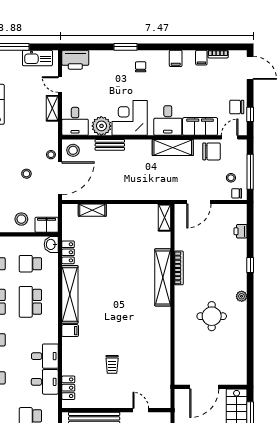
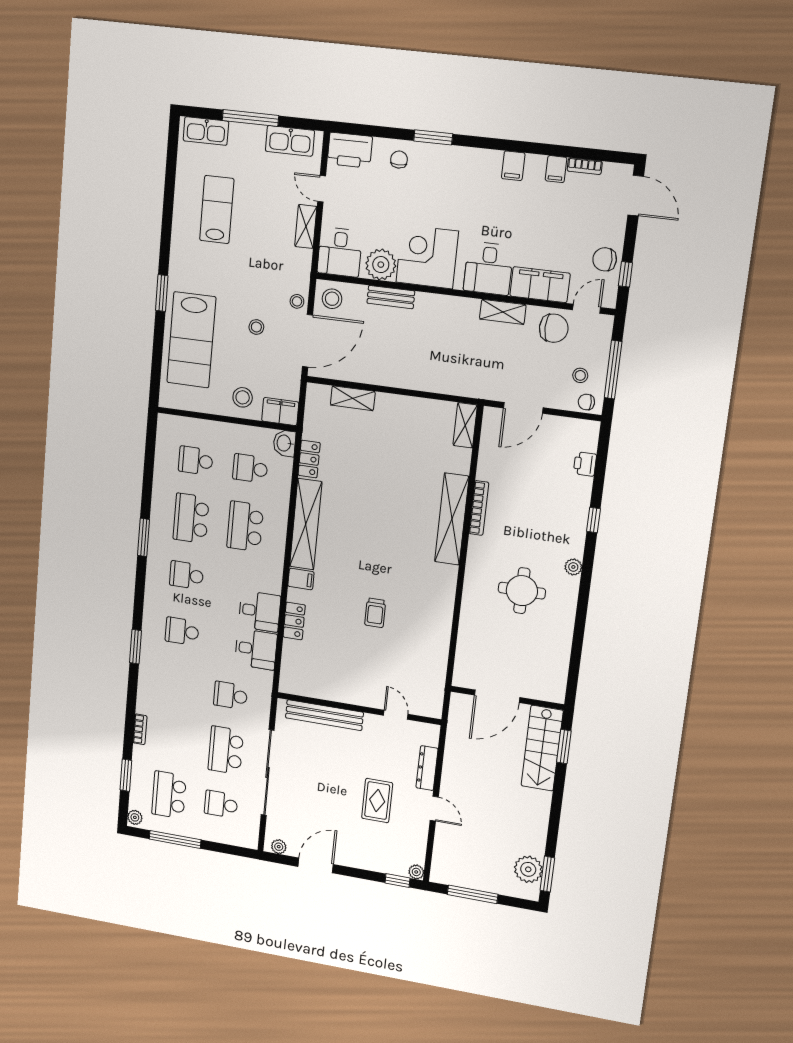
chair: (141, 67) -> (399, 159), moved
shelving: (173, 148) -> (503, 312), width x0.67, depth x0.75
trolley: (112, 364) -> (375, 613), moved
locker: (68, 388) -> (294, 621), moved

